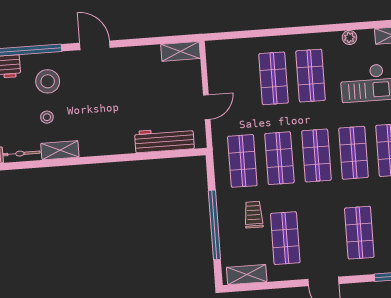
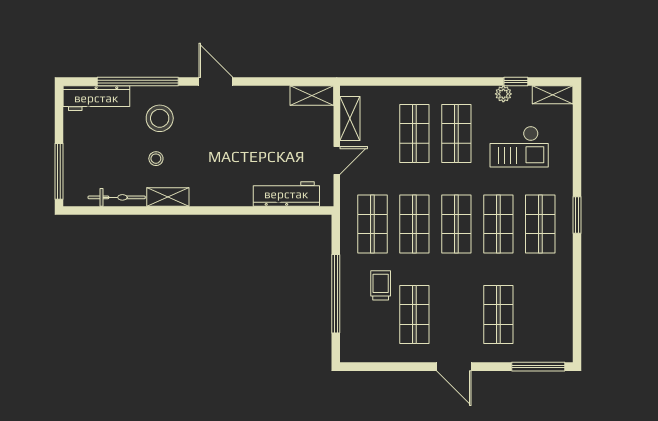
window: (360, 26) -> (516, 82), added
shelving: (247, 275) -> (350, 119), moved, turned 90

